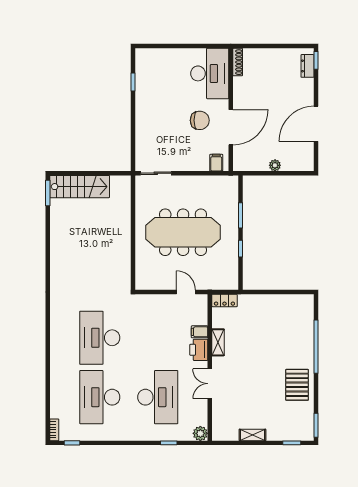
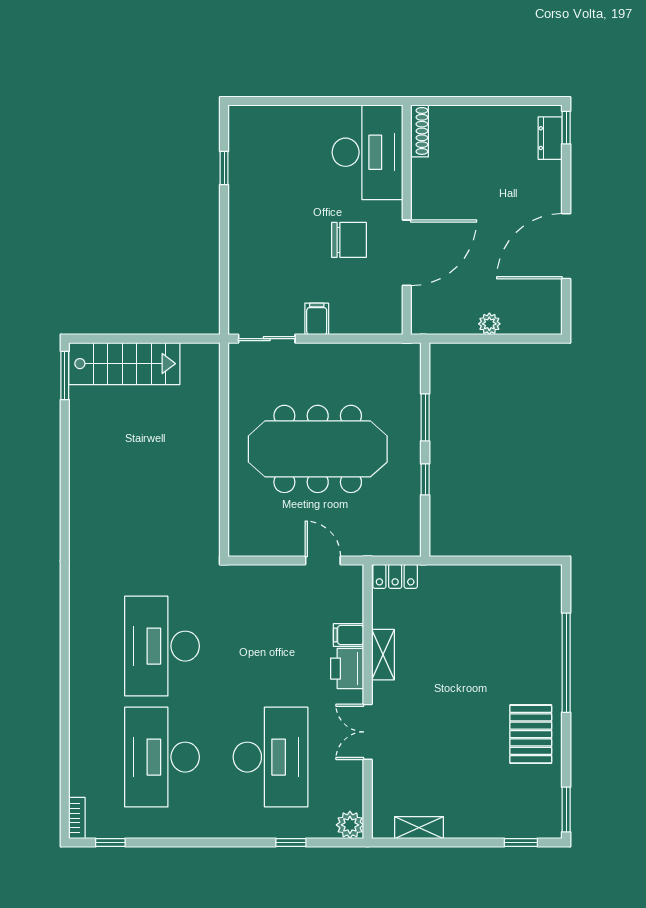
filing cabinet: (216, 163) -> (317, 319), moved
shelving: (252, 435) -> (419, 828), moved

